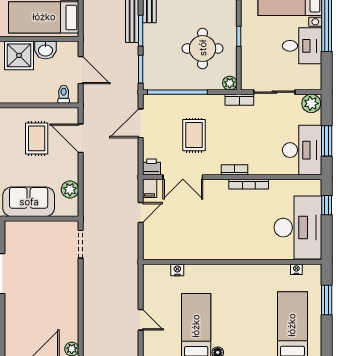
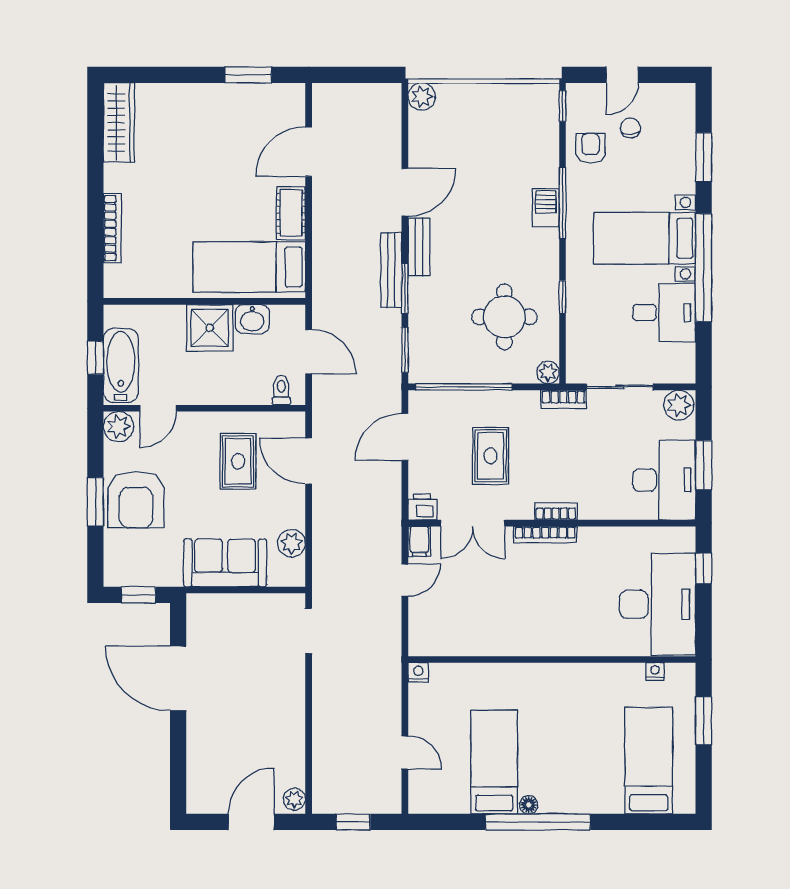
bookcase: (249, 184) -> (545, 535), moved
nightstand: (177, 270) -> (418, 672), moved

